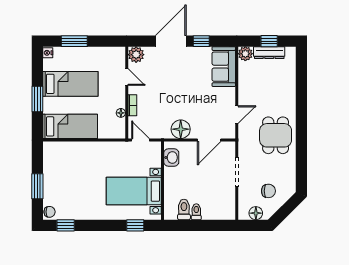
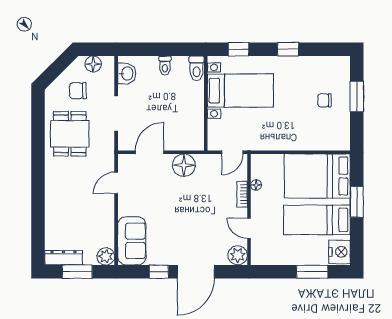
window: (269, 41) -> (77, 272), width x1.50
nightstand: (48, 53) -> (340, 252), width x1.89, depth x1.79
dresser: (269, 53) -> (63, 258), moved
bed: (70, 126) -> (317, 176), width x1.50
dining table: (276, 135) -> (70, 134), moved
door: (141, 140) -> (232, 152), hinge flipped
washbasin: (171, 158) -> (127, 74), moved, turned 180
toilet: (184, 209) -> (197, 68), moved
chair: (50, 212) -> (324, 100), moved
window: (66, 225) -> (288, 49), moved

